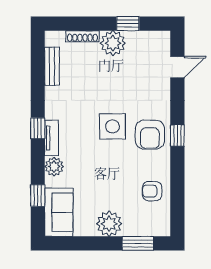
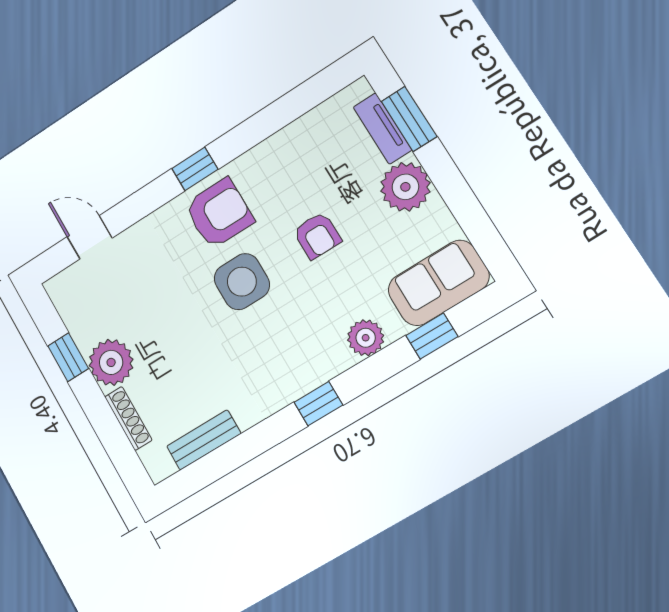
tv unit: (52, 138) -> (382, 129), moved, turned -90
armchair: (152, 191) -> (317, 236), moved

